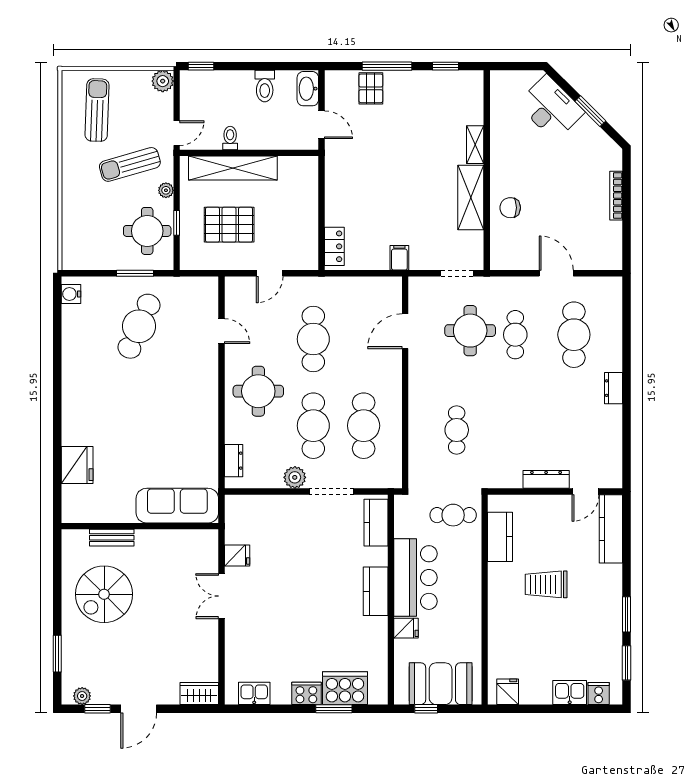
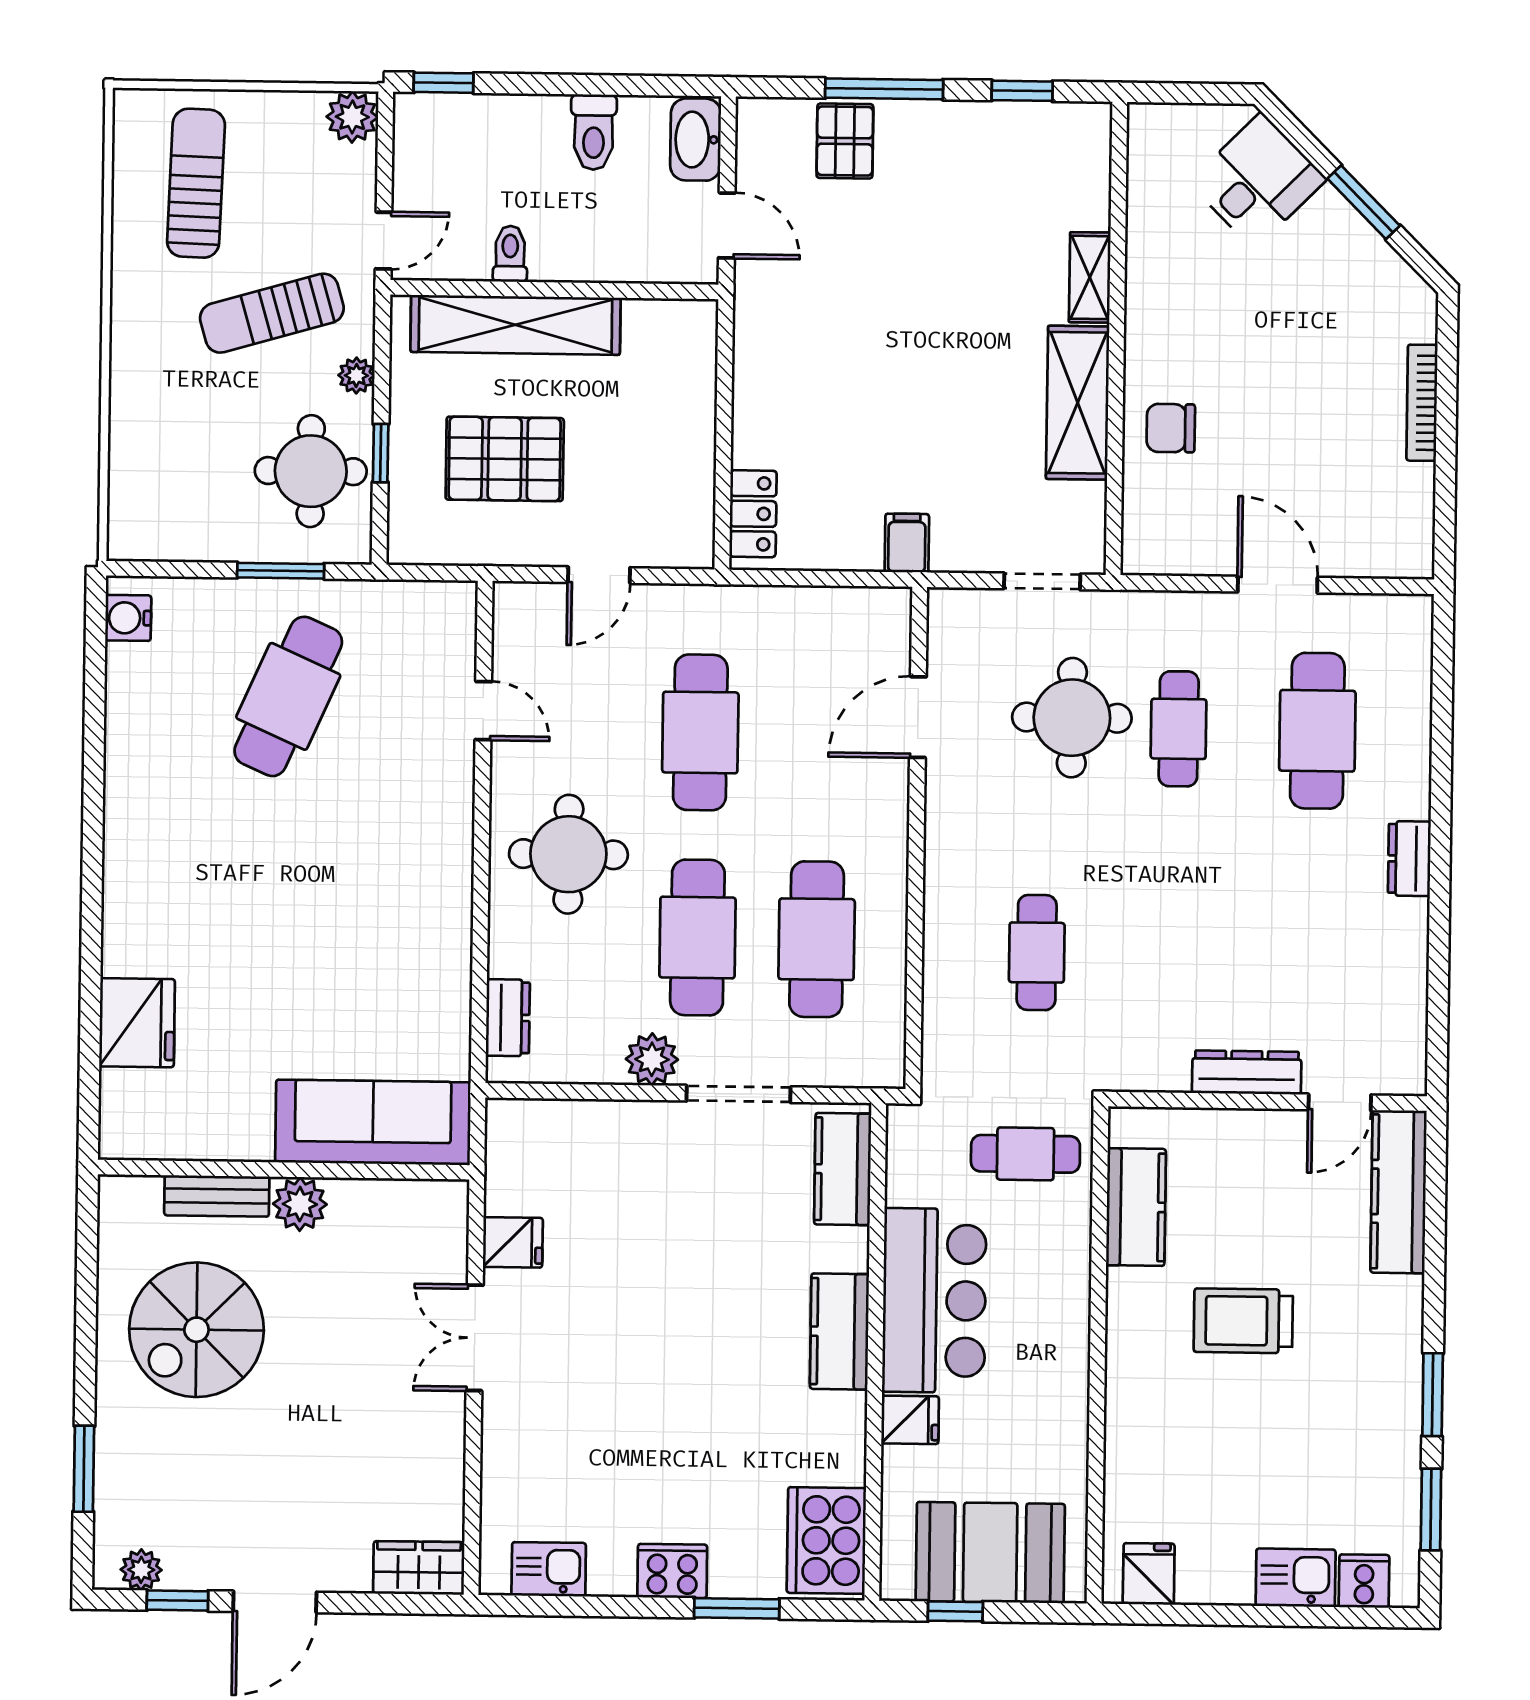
desk: (551, 108) -> (1258, 181), width x0.73
plant: (147, 541) -> (300, 1204), added
cooker: (345, 688) -> (826, 1540), moved, turned -90

